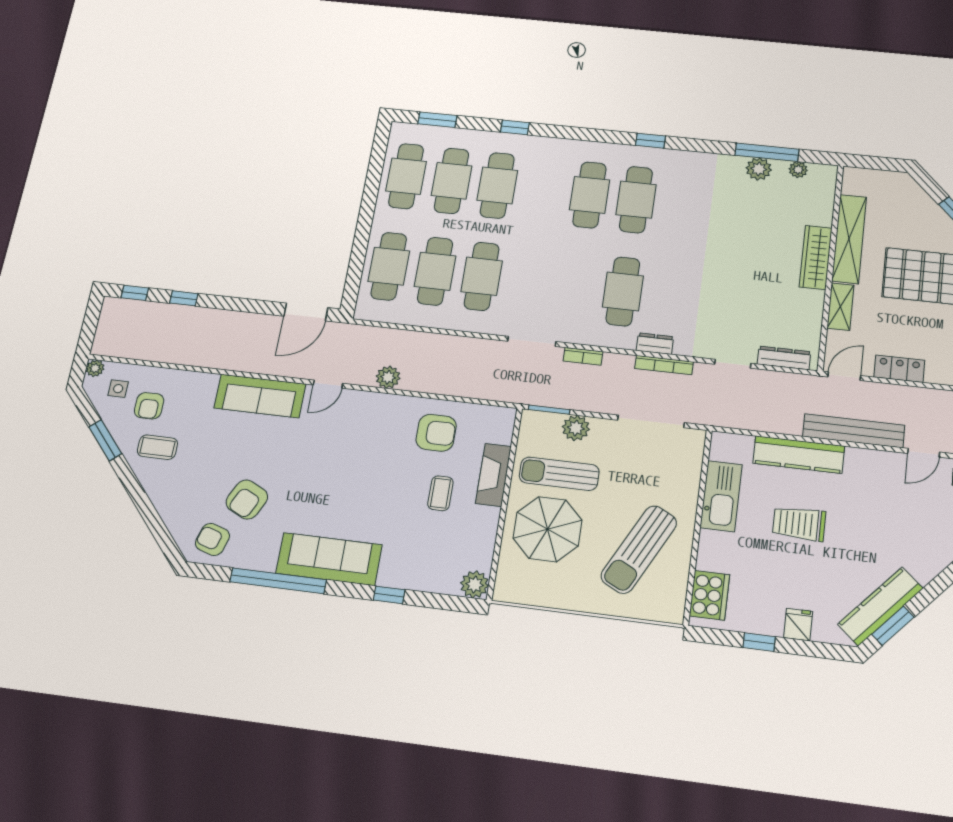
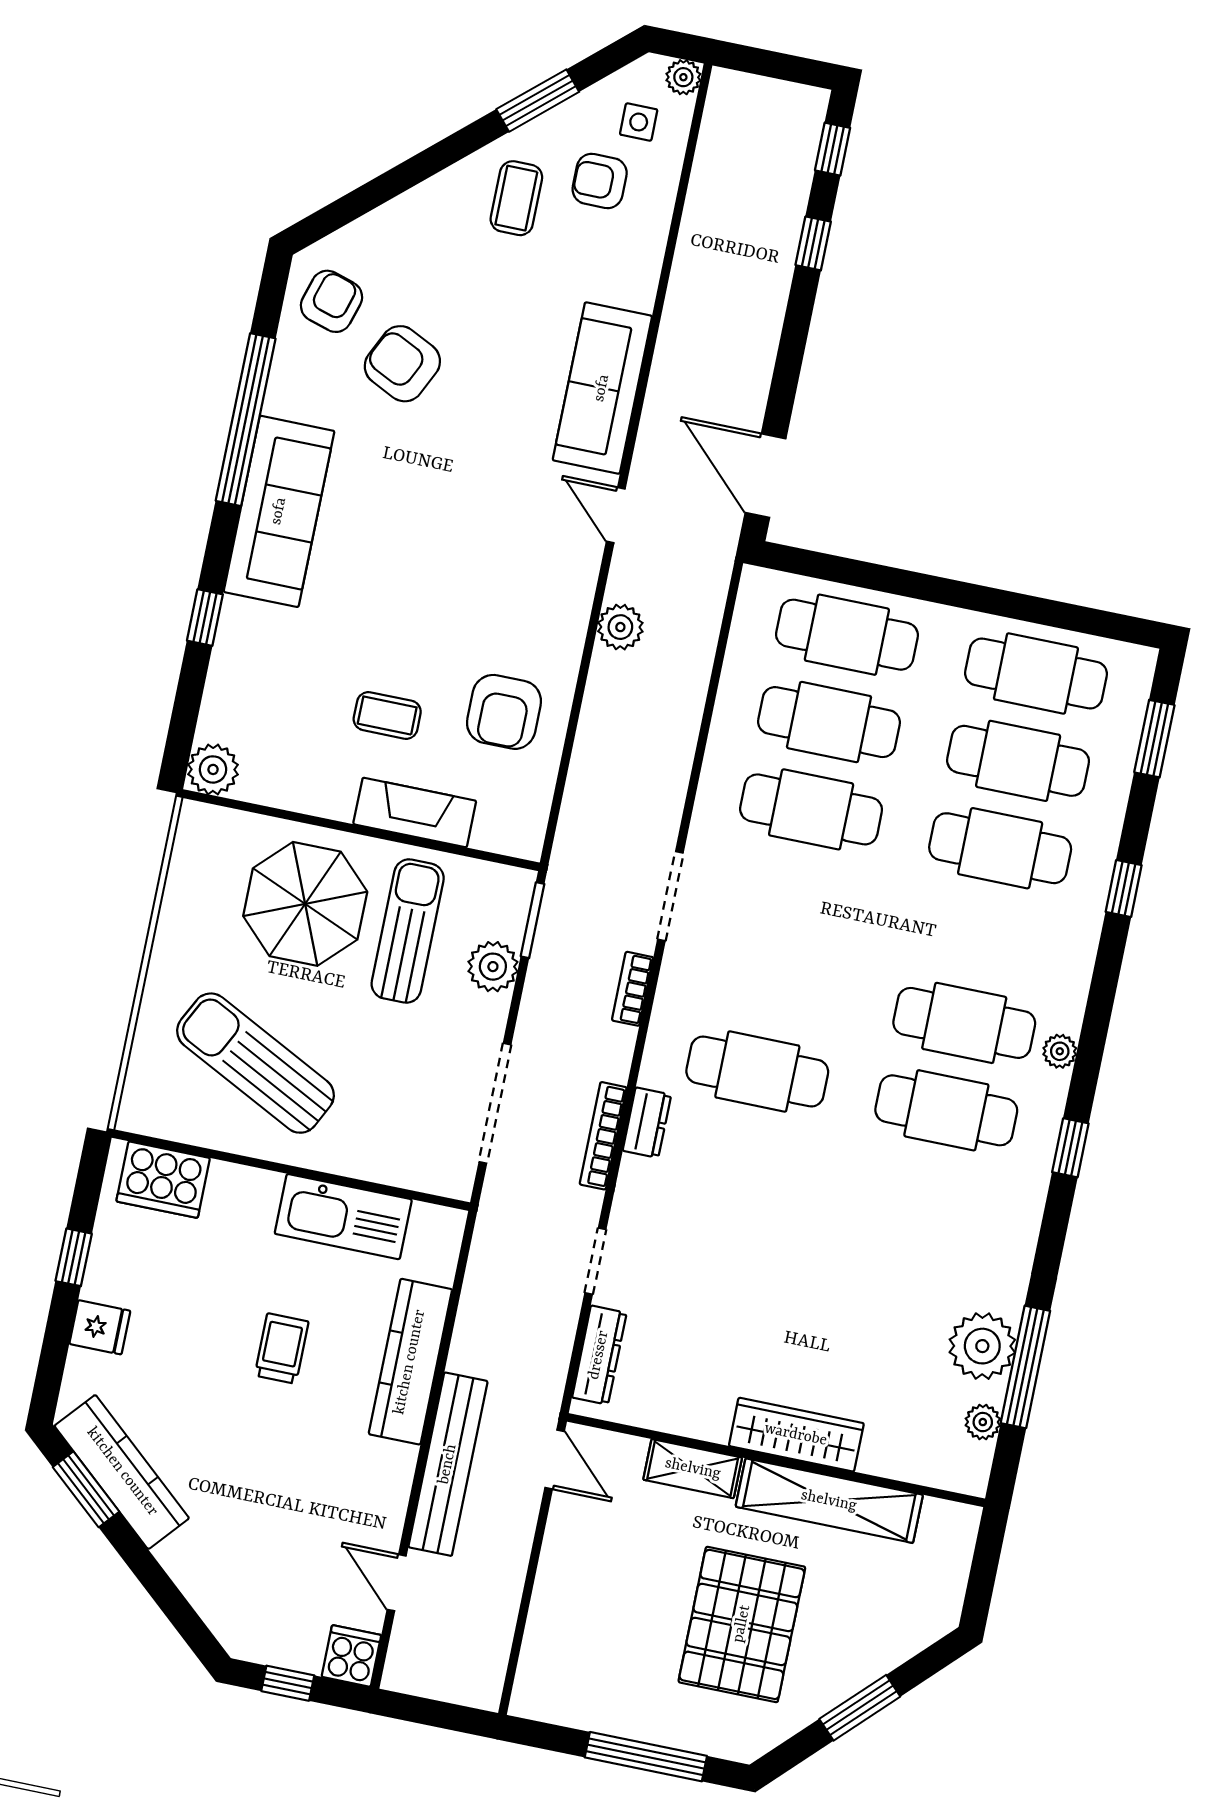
plant: (601, 150) -> (1060, 1051), added
plant: (759, 169) -> (982, 1346), width x1.36, depth x1.36
locker: (899, 369) -> (561, 1560), removed
trolley: (799, 524) -> (282, 1349), width x0.73, depth x0.72

